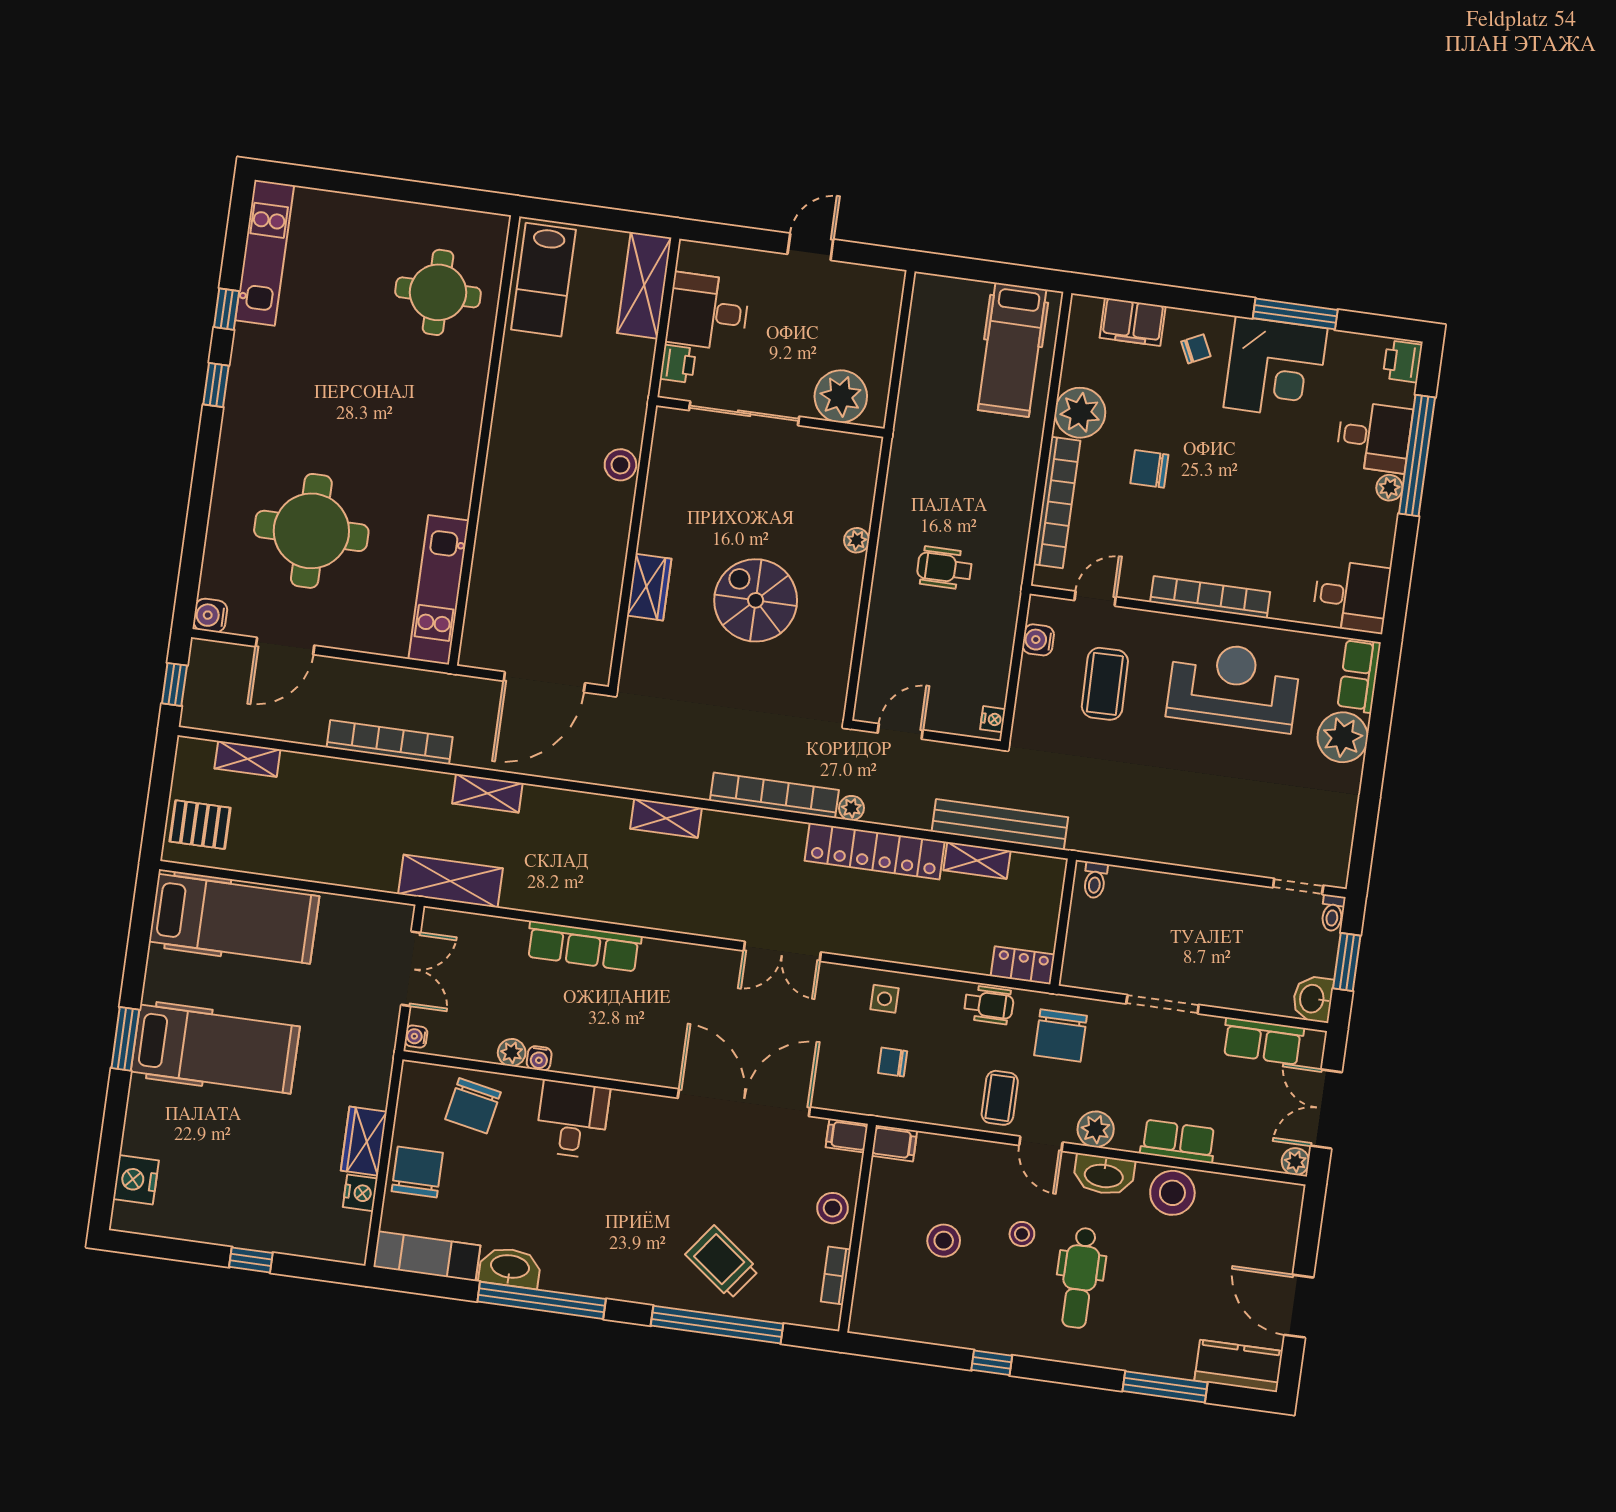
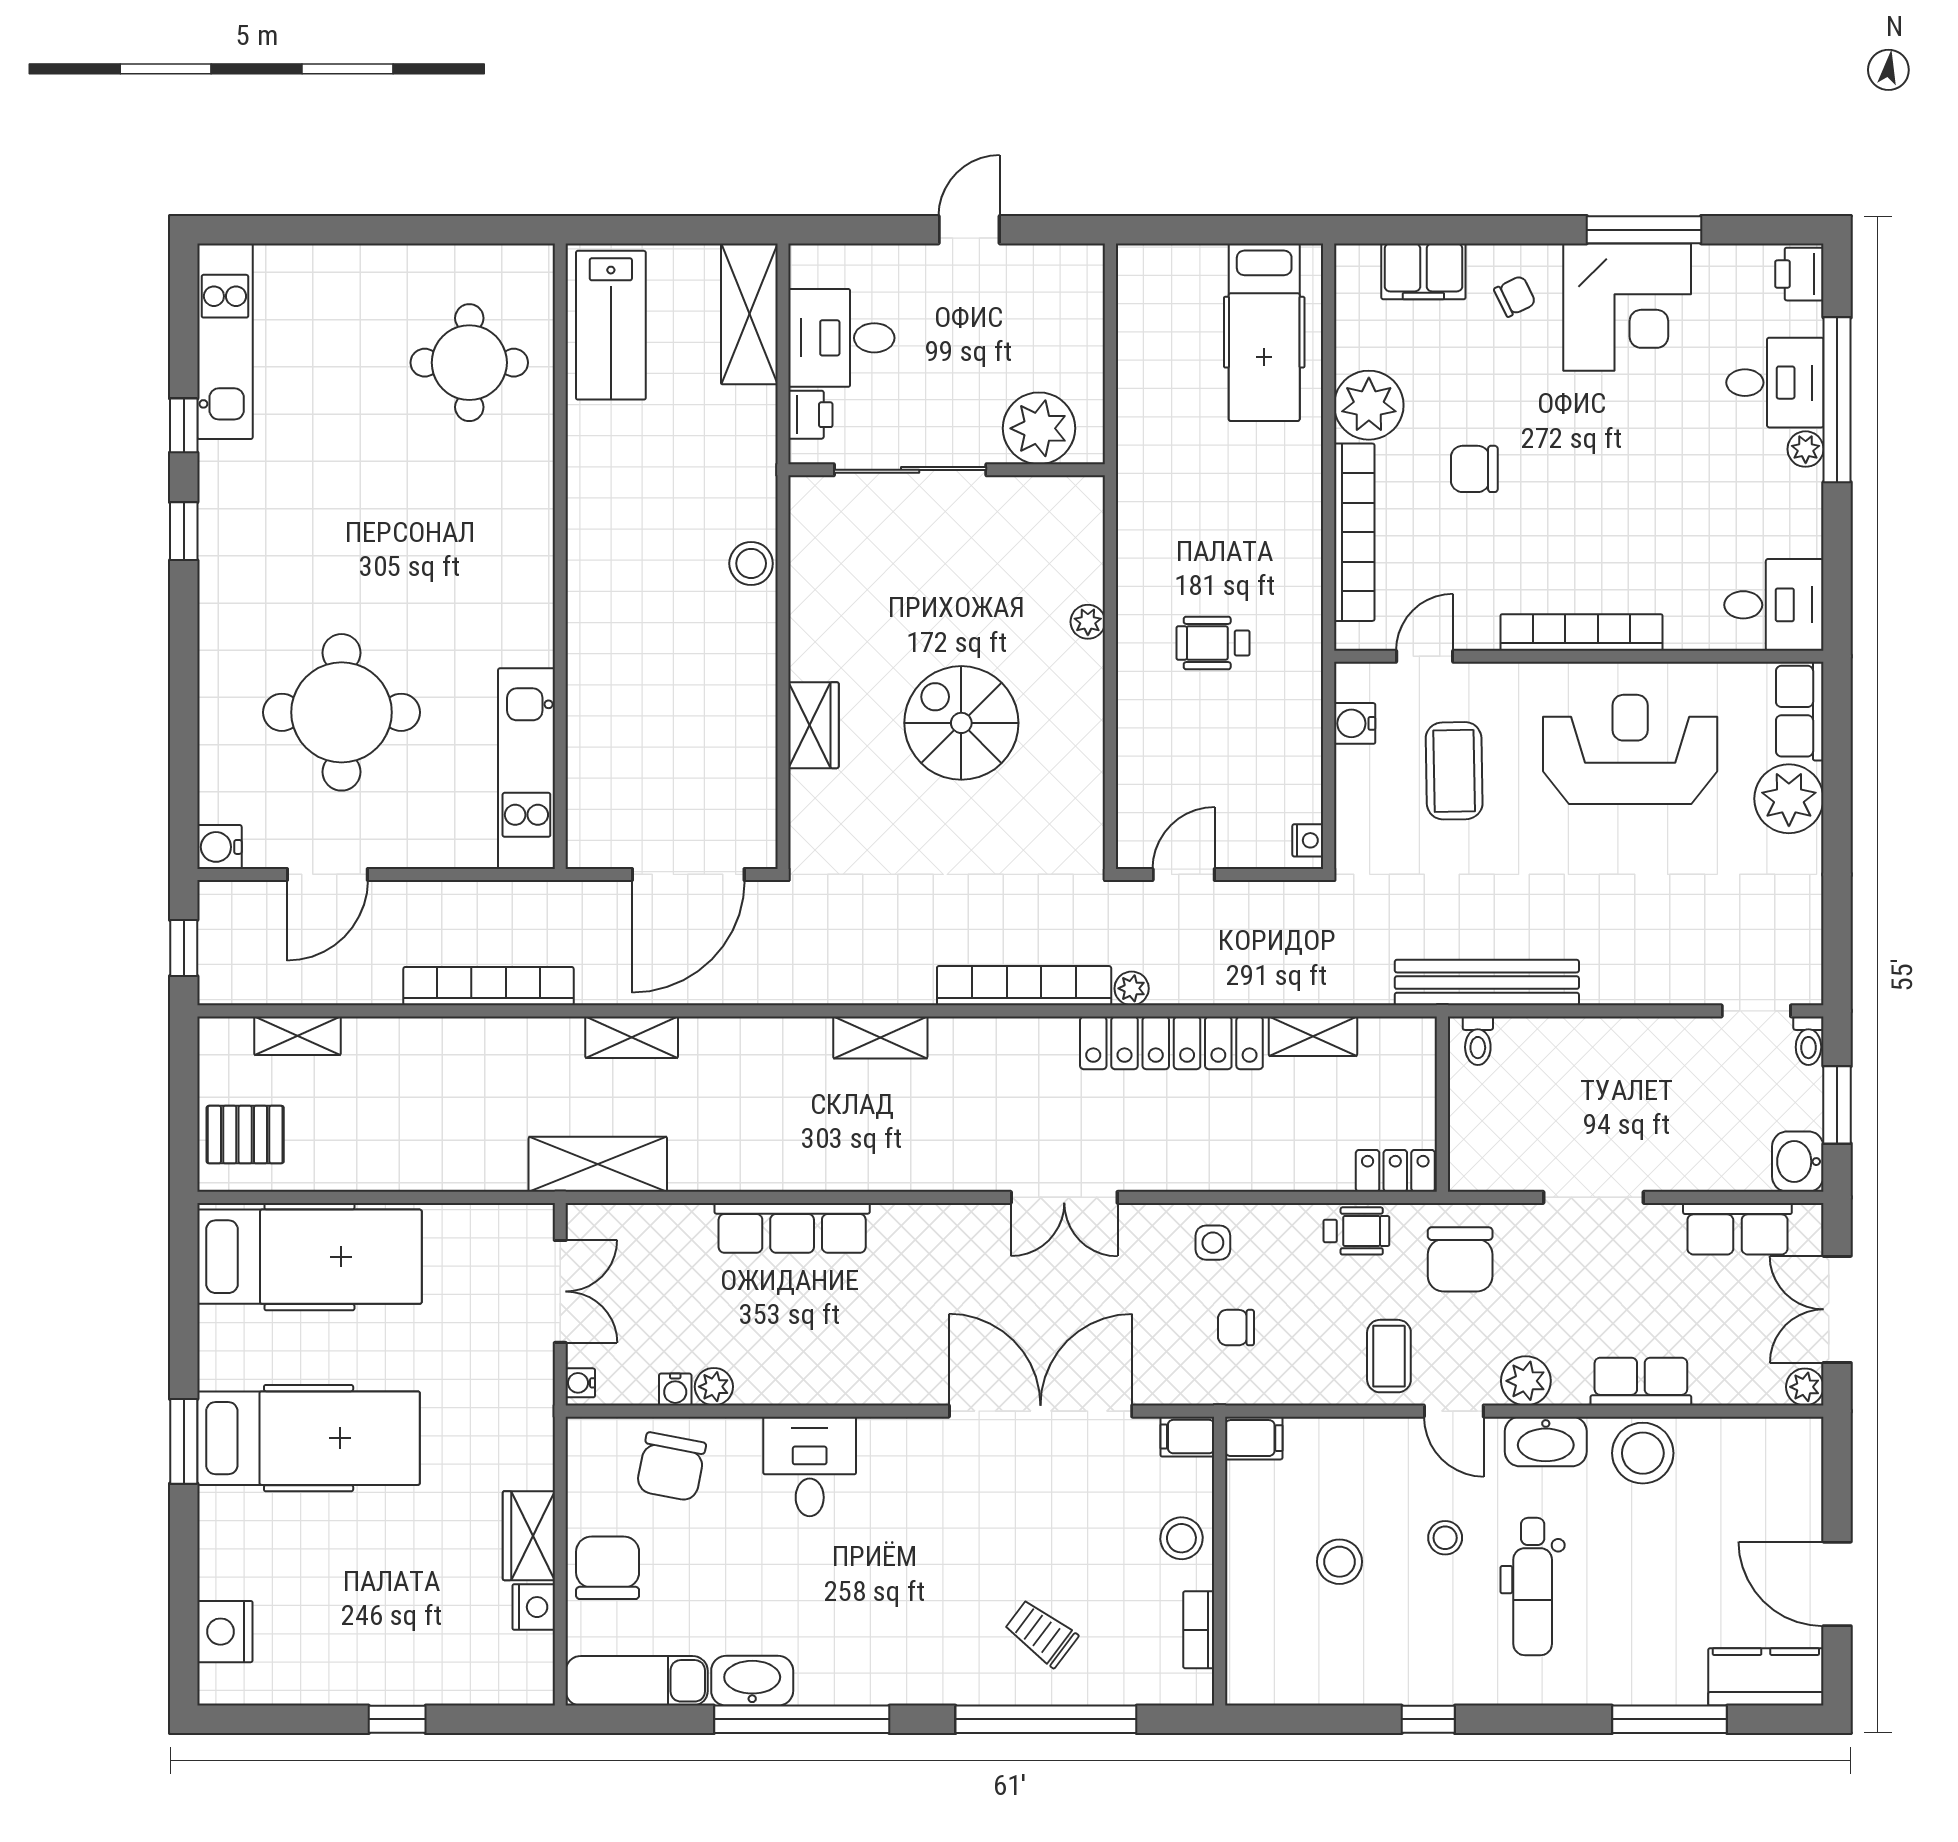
bench: (1000, 824) -> (1487, 983), moved
water cooler: (539, 1058) -> (675, 1390), moved
trolley: (722, 1262) -> (1041, 1633), width x0.73, depth x0.72

